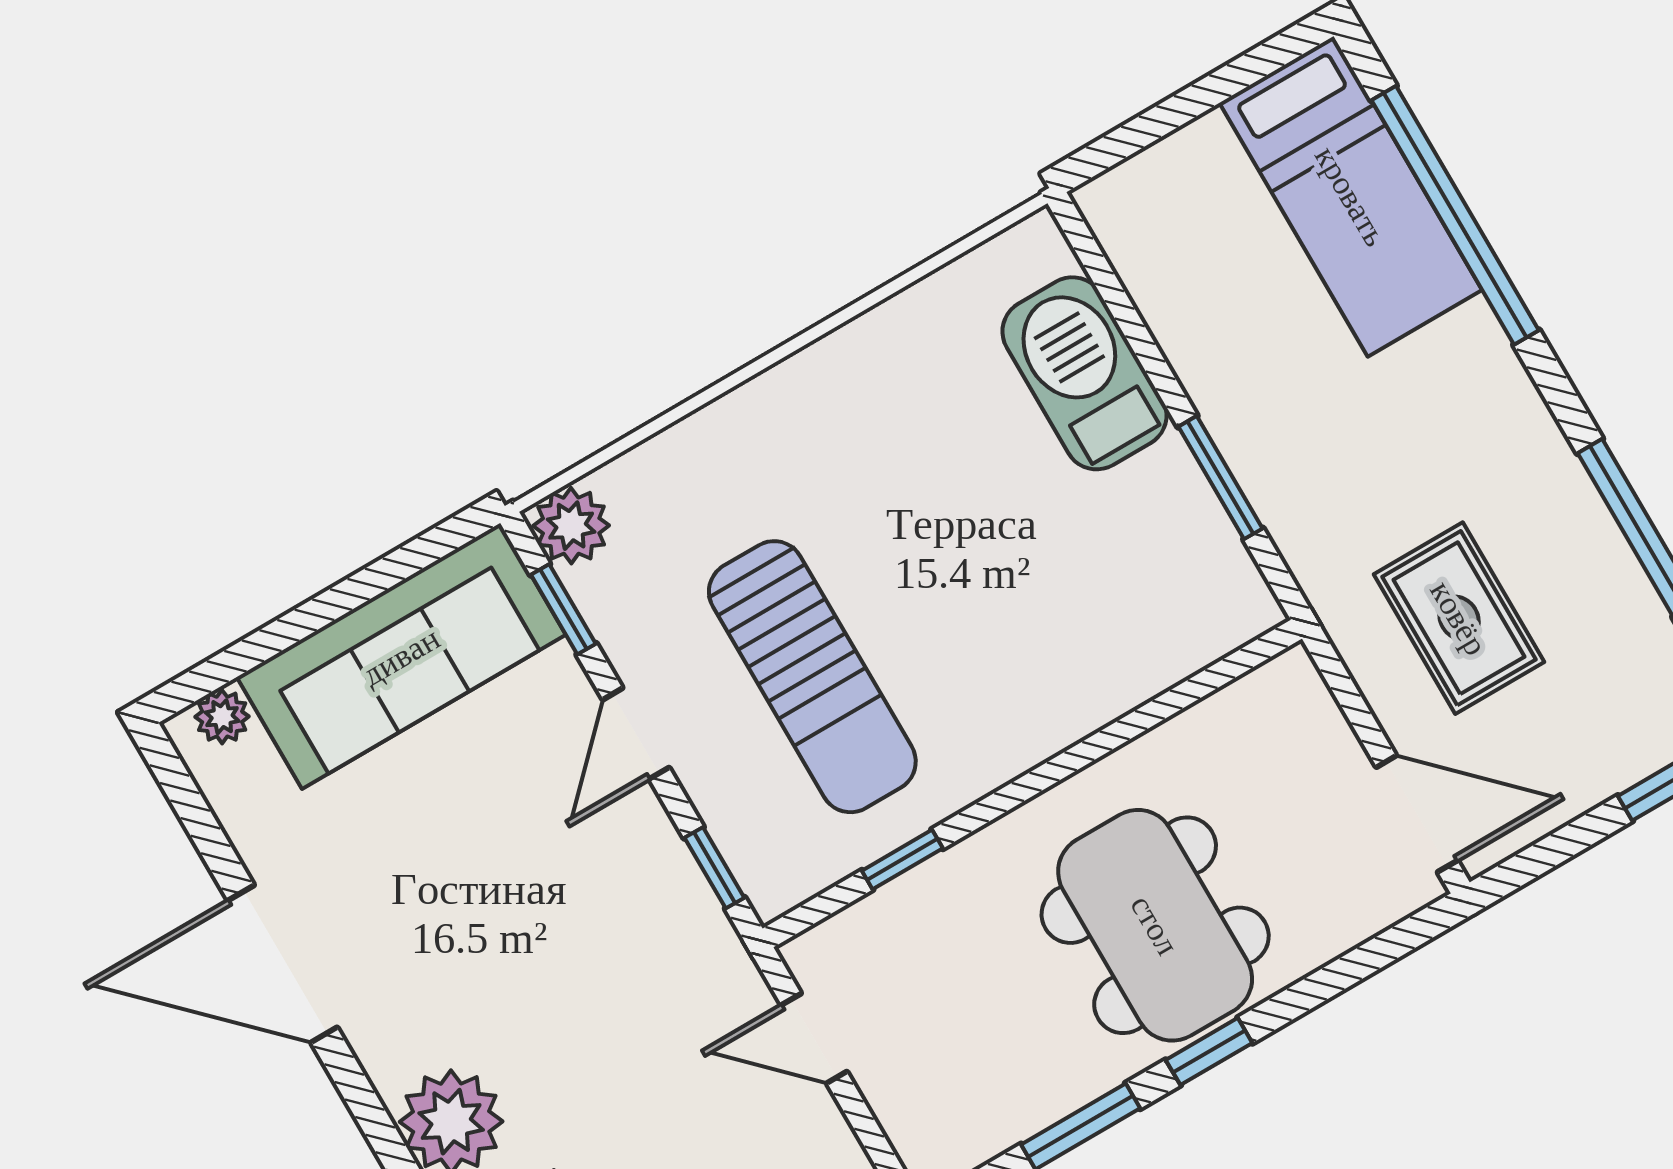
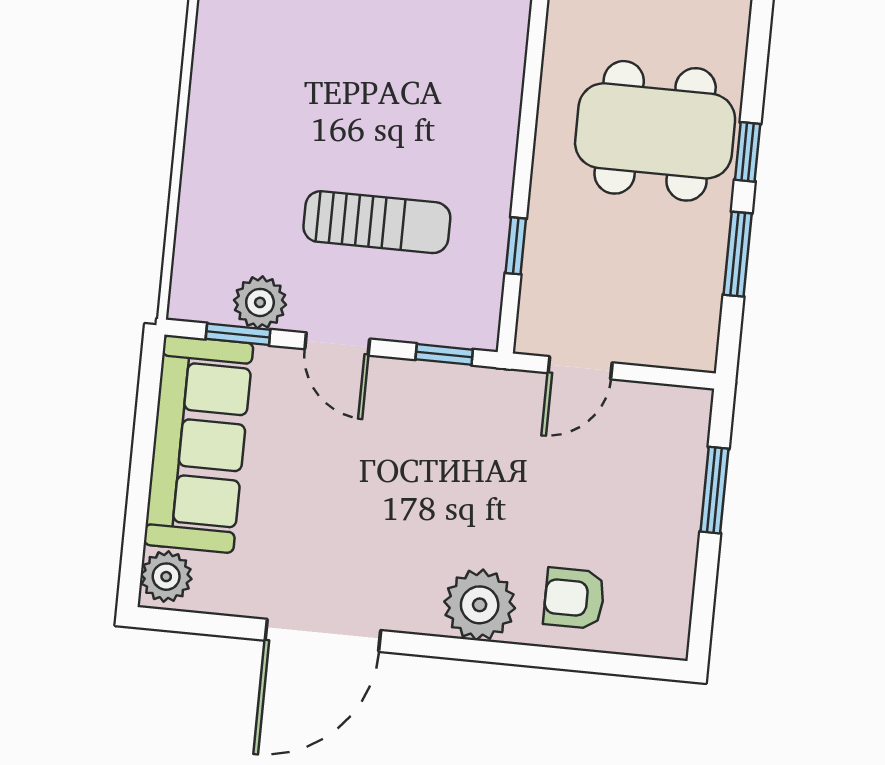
plant: (571, 526) -> (260, 302), moved
sun lounger: (812, 677) -> (377, 222), width x0.73, depth x0.75
plant: (222, 717) -> (166, 577), width x1.38, depth x1.38

